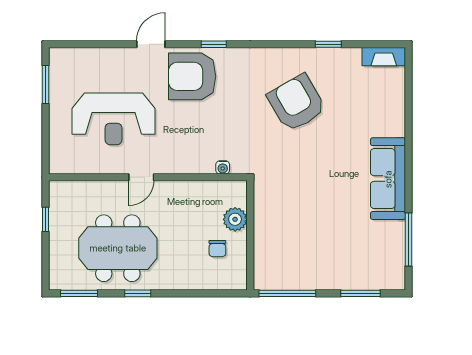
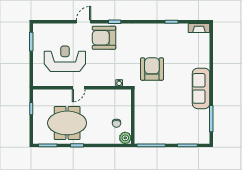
armchair: (297, 103) -> (152, 69), moved, turned 30
reception desk: (114, 119) -> (65, 59), turned 180
plant: (235, 219) -> (125, 138), moved

